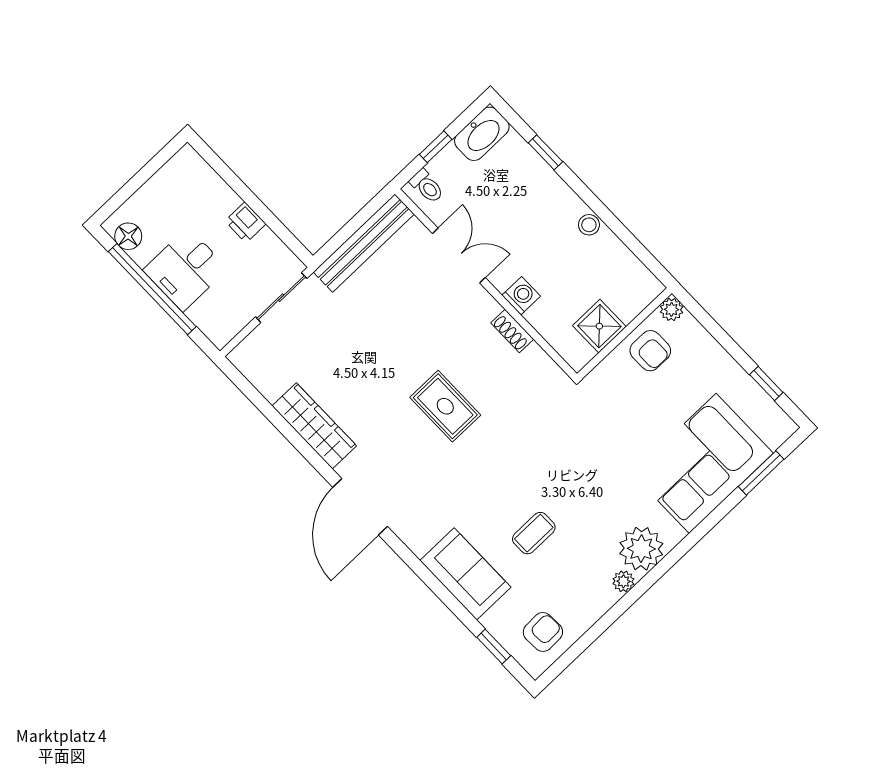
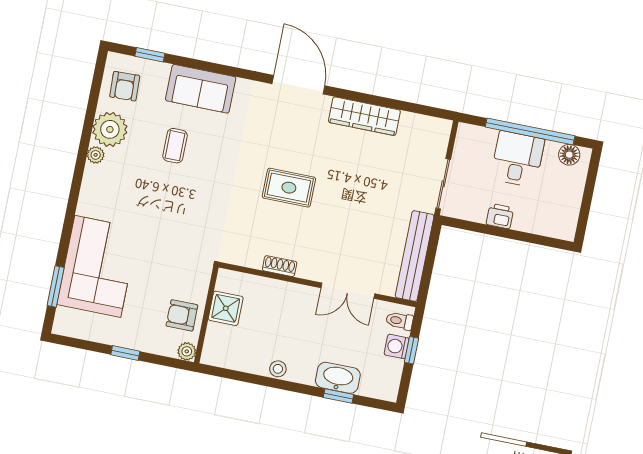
washbasin: (482, 134) -> (338, 378), moved, turned 90
washing machine: (521, 296) -> (397, 346), moved, turned 90
window: (766, 383) -> (125, 353), moved
plant: (641, 549) -> (110, 129), moved

